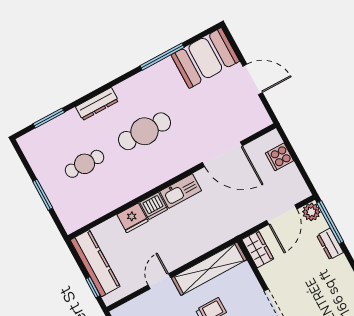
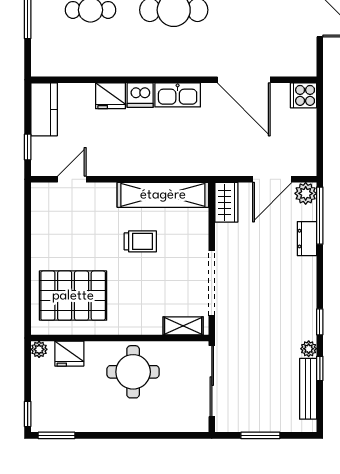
cooker: (280, 157) -> (303, 95), moved
kitchen counter: (95, 263) -> (44, 109), width x0.67
door: (159, 281) -> (72, 179), moved

